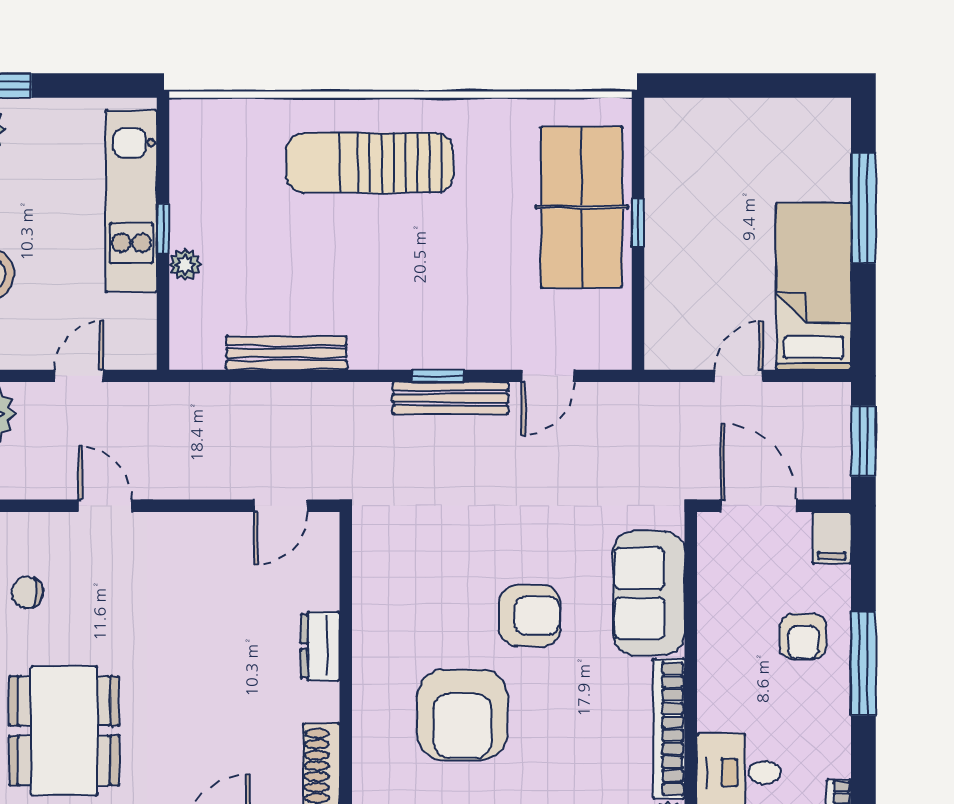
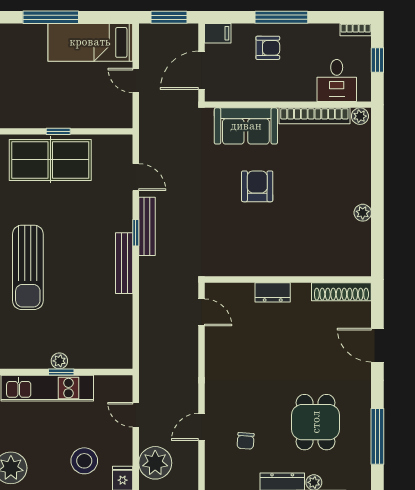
plant: (185, 265) -> (59, 361), moved
bench: (286, 353) -> (124, 263), moved
door: (105, 506) -> (202, 427), moved
armchair: (462, 715) -> (307, 220), removed
dining table: (64, 731) -> (316, 422), width x0.73

